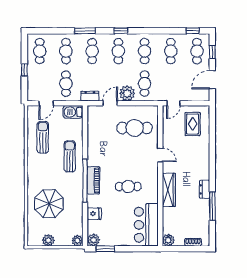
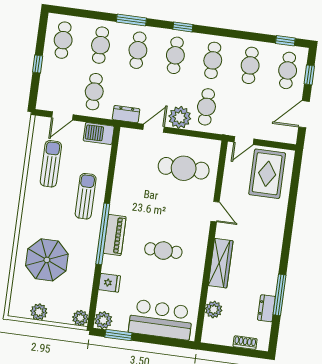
rug: (192, 124) -> (267, 174), width x1.36, depth x1.43
dresser: (205, 189) -> (266, 308), moved
bar counter: (146, 225) -> (161, 320), moved, turned 90
plant: (168, 240) -> (214, 309), moved

